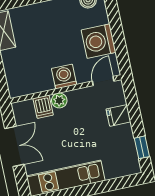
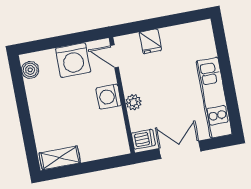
dishwasher: (43, 107) -> (143, 139), moved
window: (142, 147) -> (184, 18), removed

